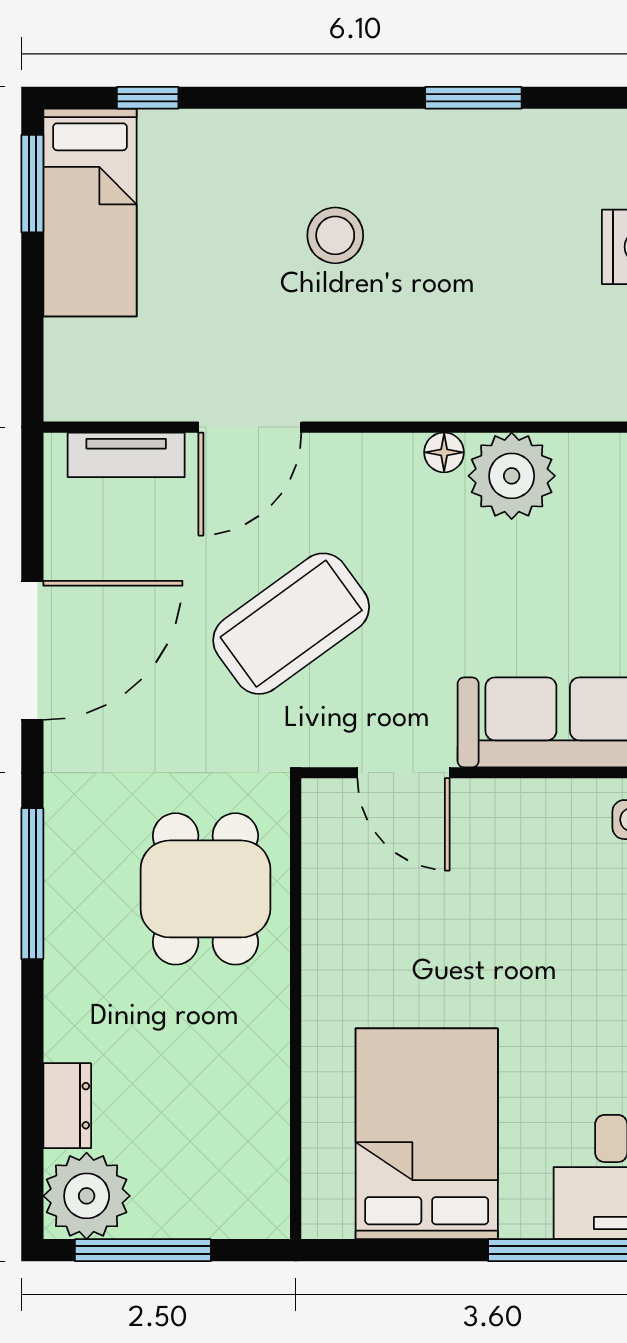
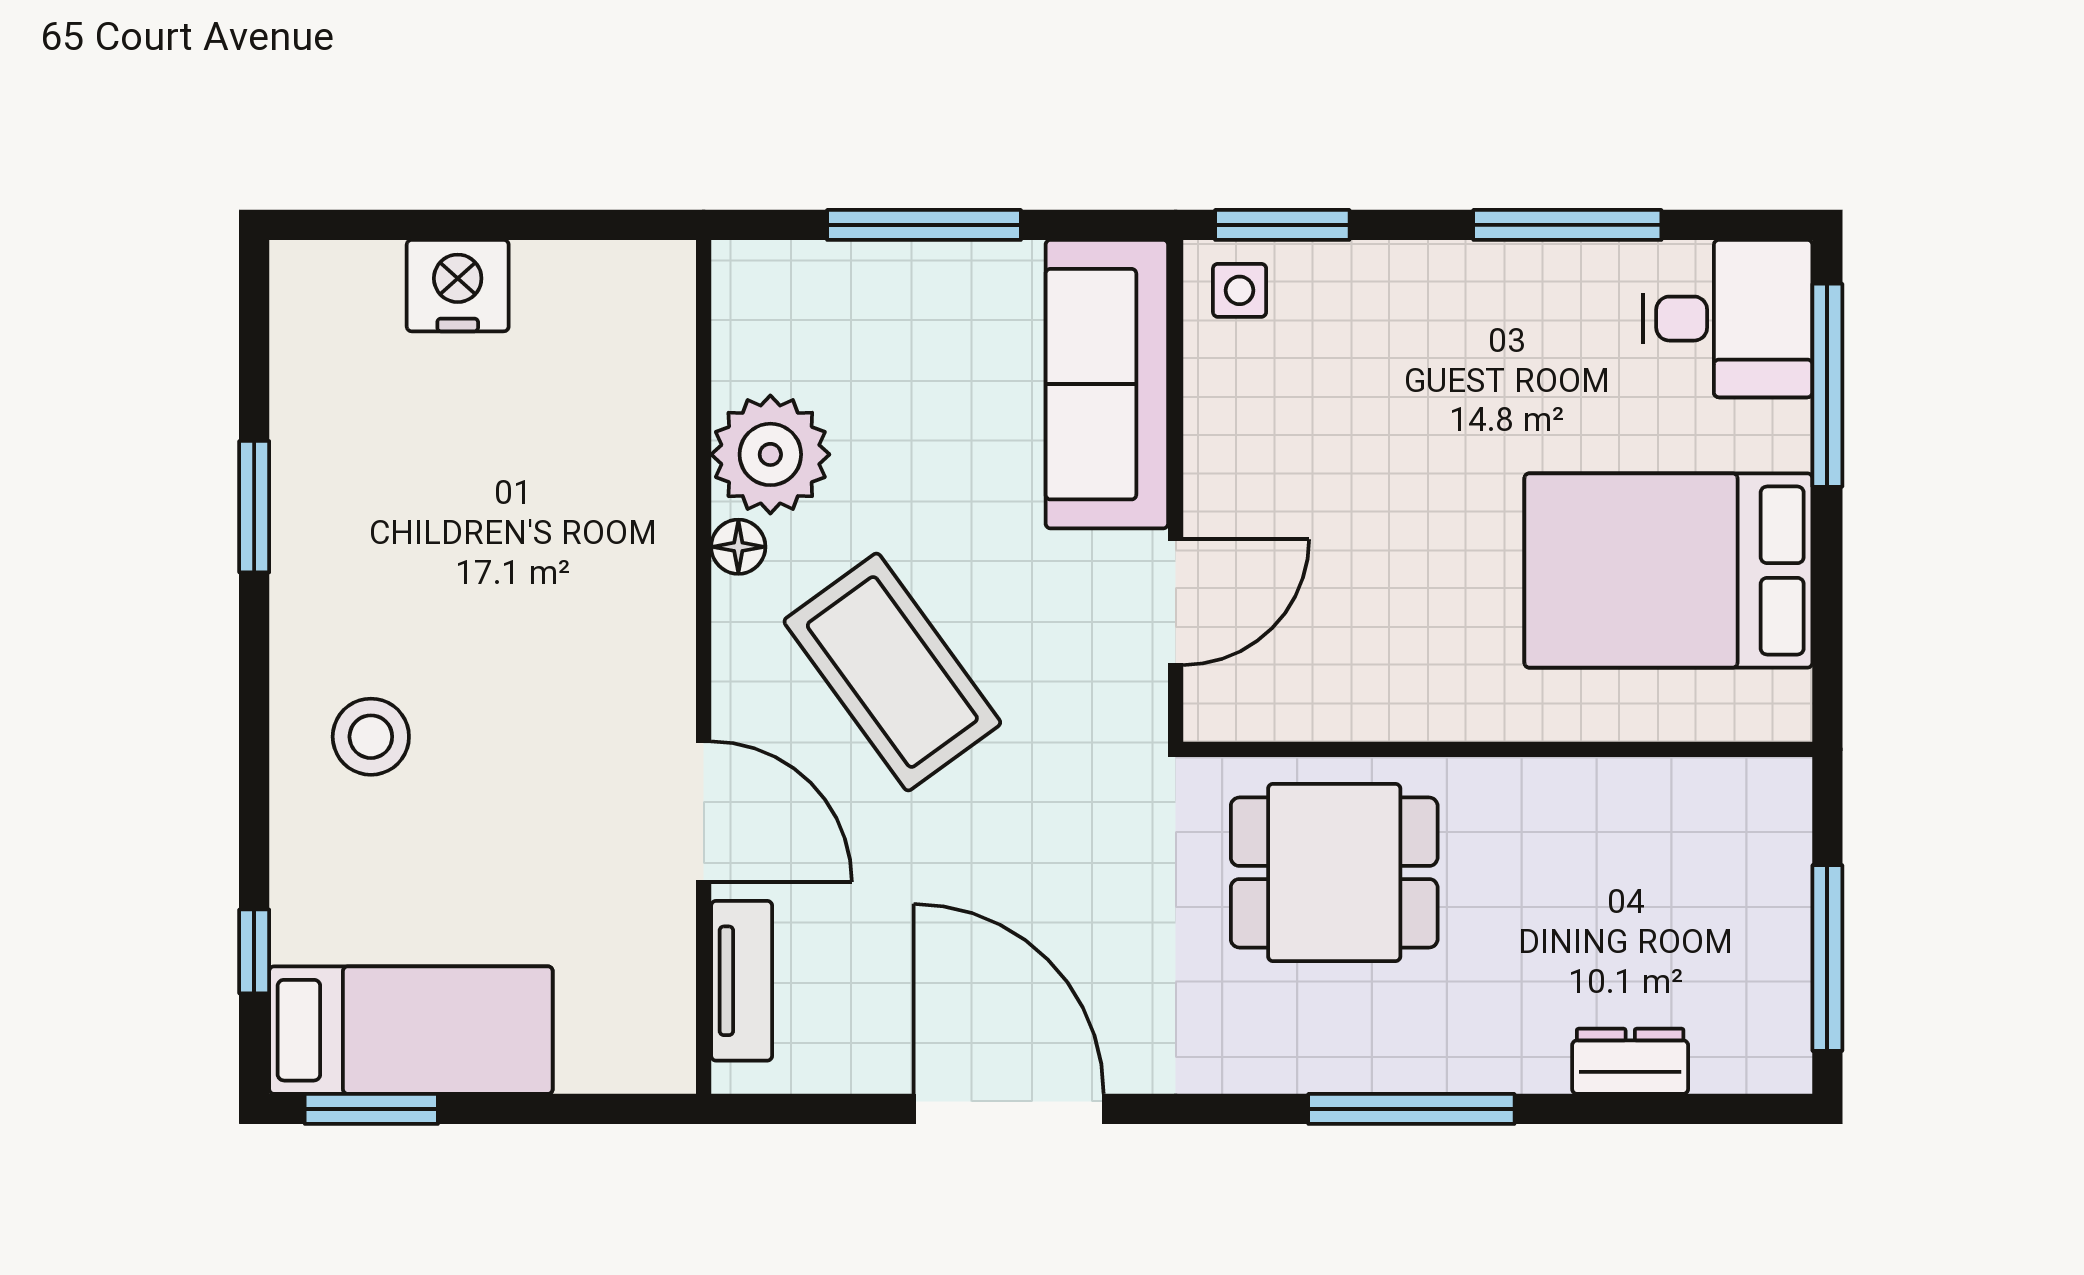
stool: (335, 235) -> (371, 737), moved
coffee table: (291, 624) -> (892, 672), moved
window: (32, 884) -> (1411, 1109), moved
plant: (87, 1196) -> (1753, 1035), removed

